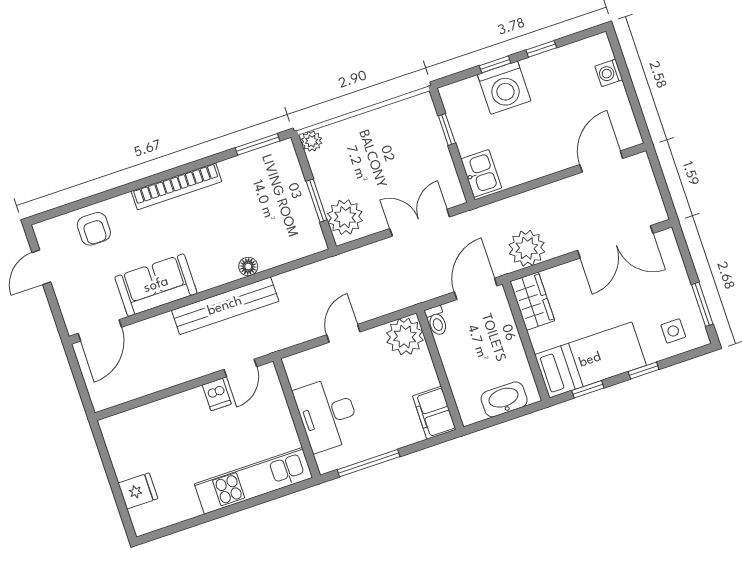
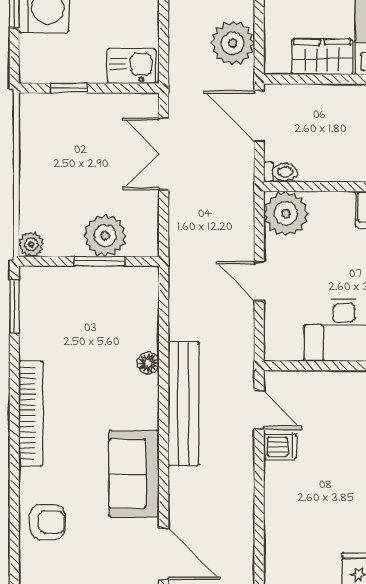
plant: (345, 217) -> (105, 236), moved
wardrobe: (532, 301) -> (322, 57), moved

